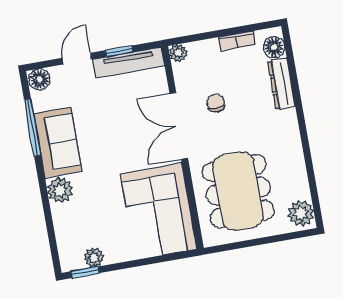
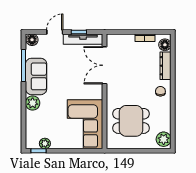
plant: (178, 53) -> (111, 39), removed
chair: (216, 103) -> (160, 91), moved
double door: (179, 126) -> (105, 65), moved
dining table: (238, 191) -> (131, 121), width x0.73

